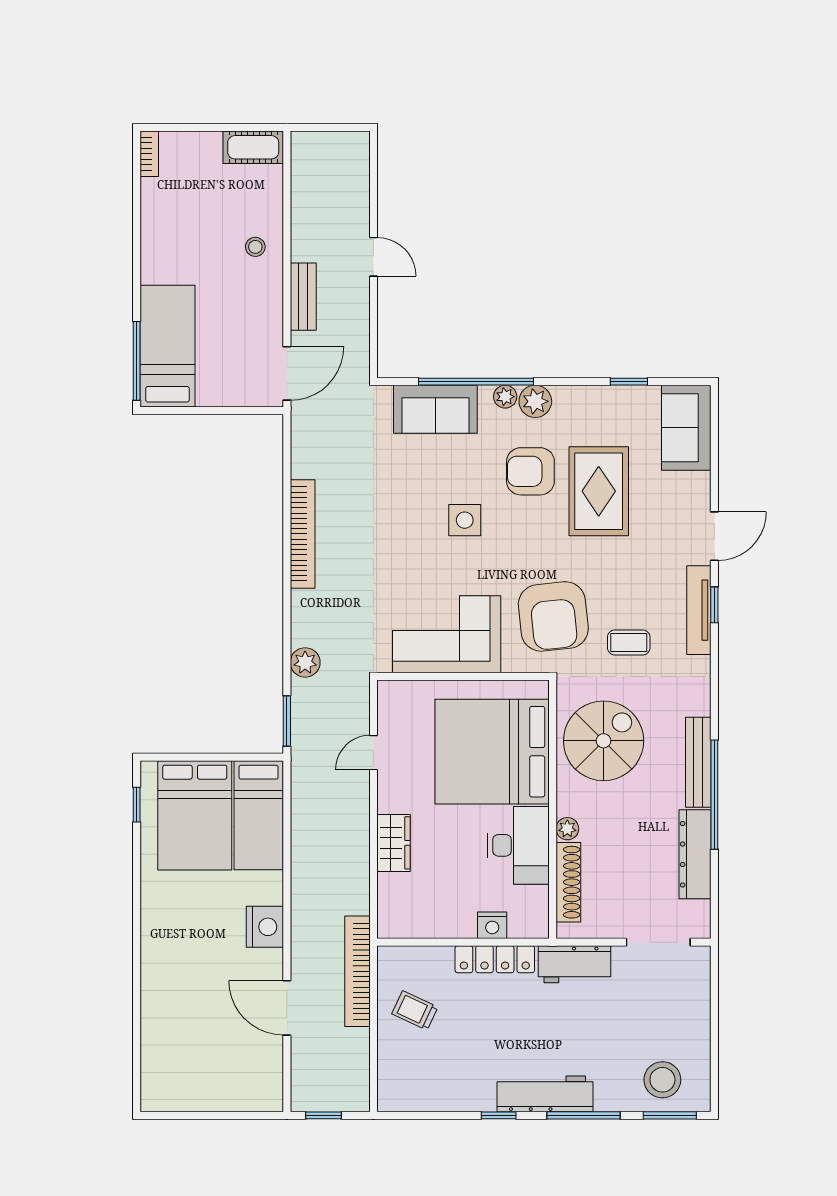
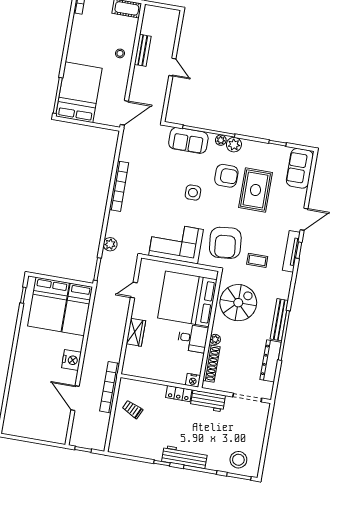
bench: (303, 297) -> (143, 50), moved
bed: (168, 346) -> (79, 92), width x1.50
armchair: (530, 471) -> (226, 176), turned 180
desk: (519, 845) -> (193, 338), width x0.73
nightstand: (492, 925) -> (193, 380), moved
locker: (495, 959) -> (179, 394), width x0.66

